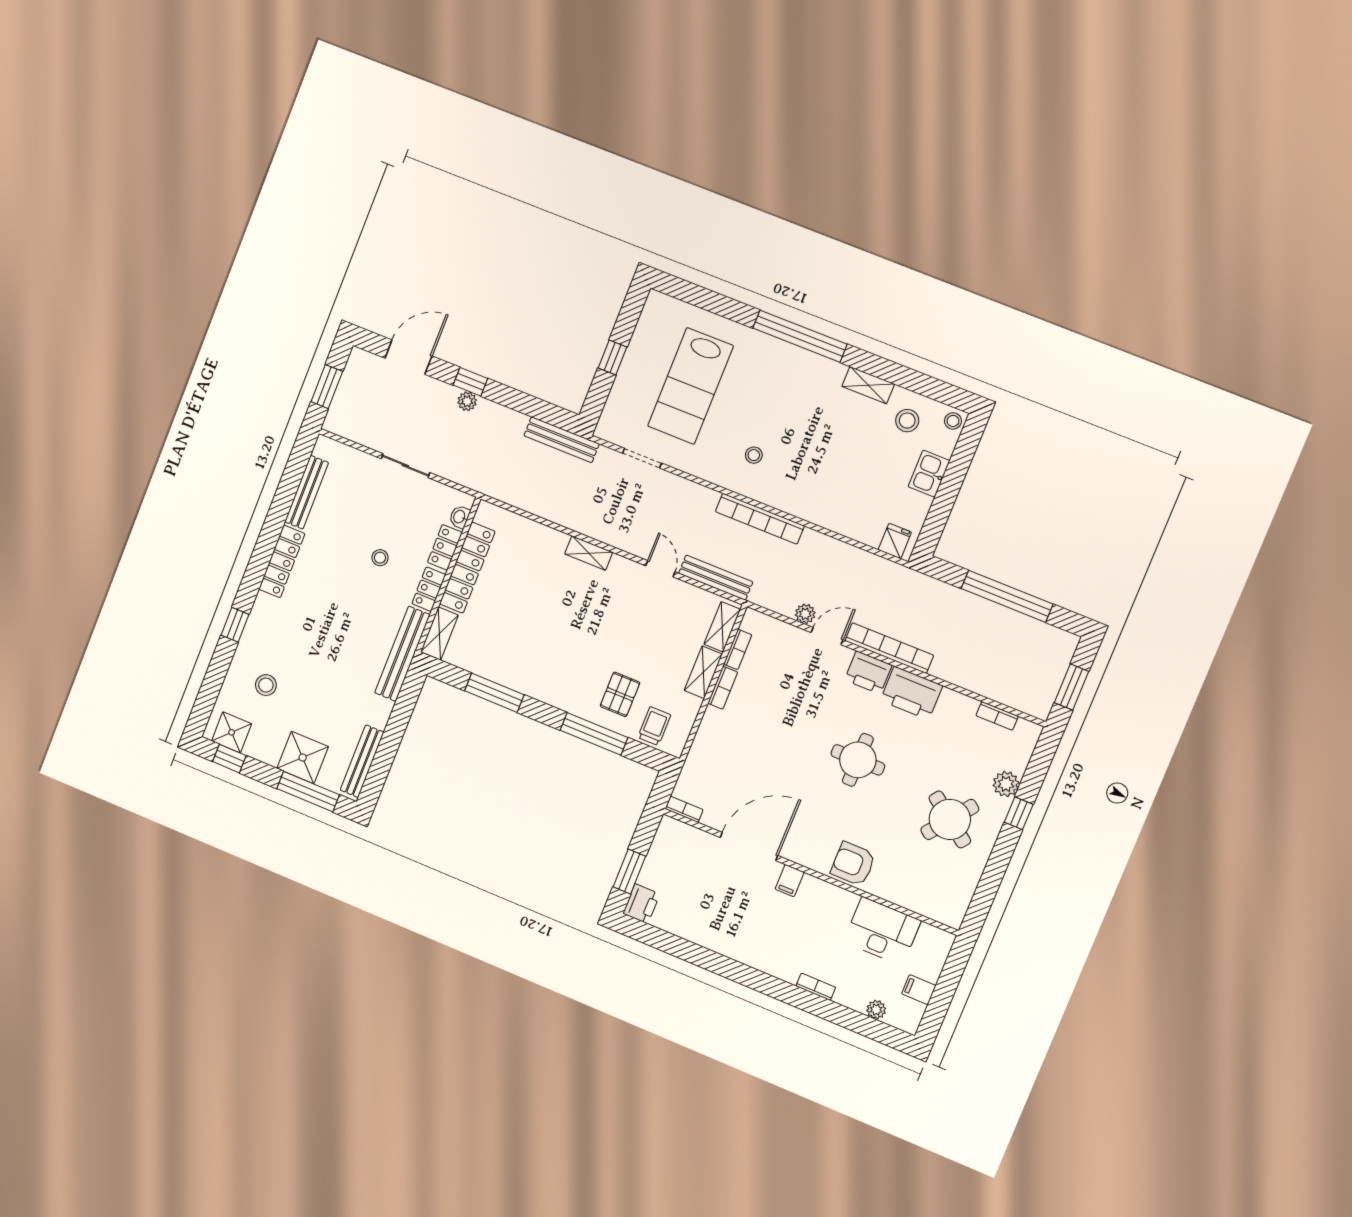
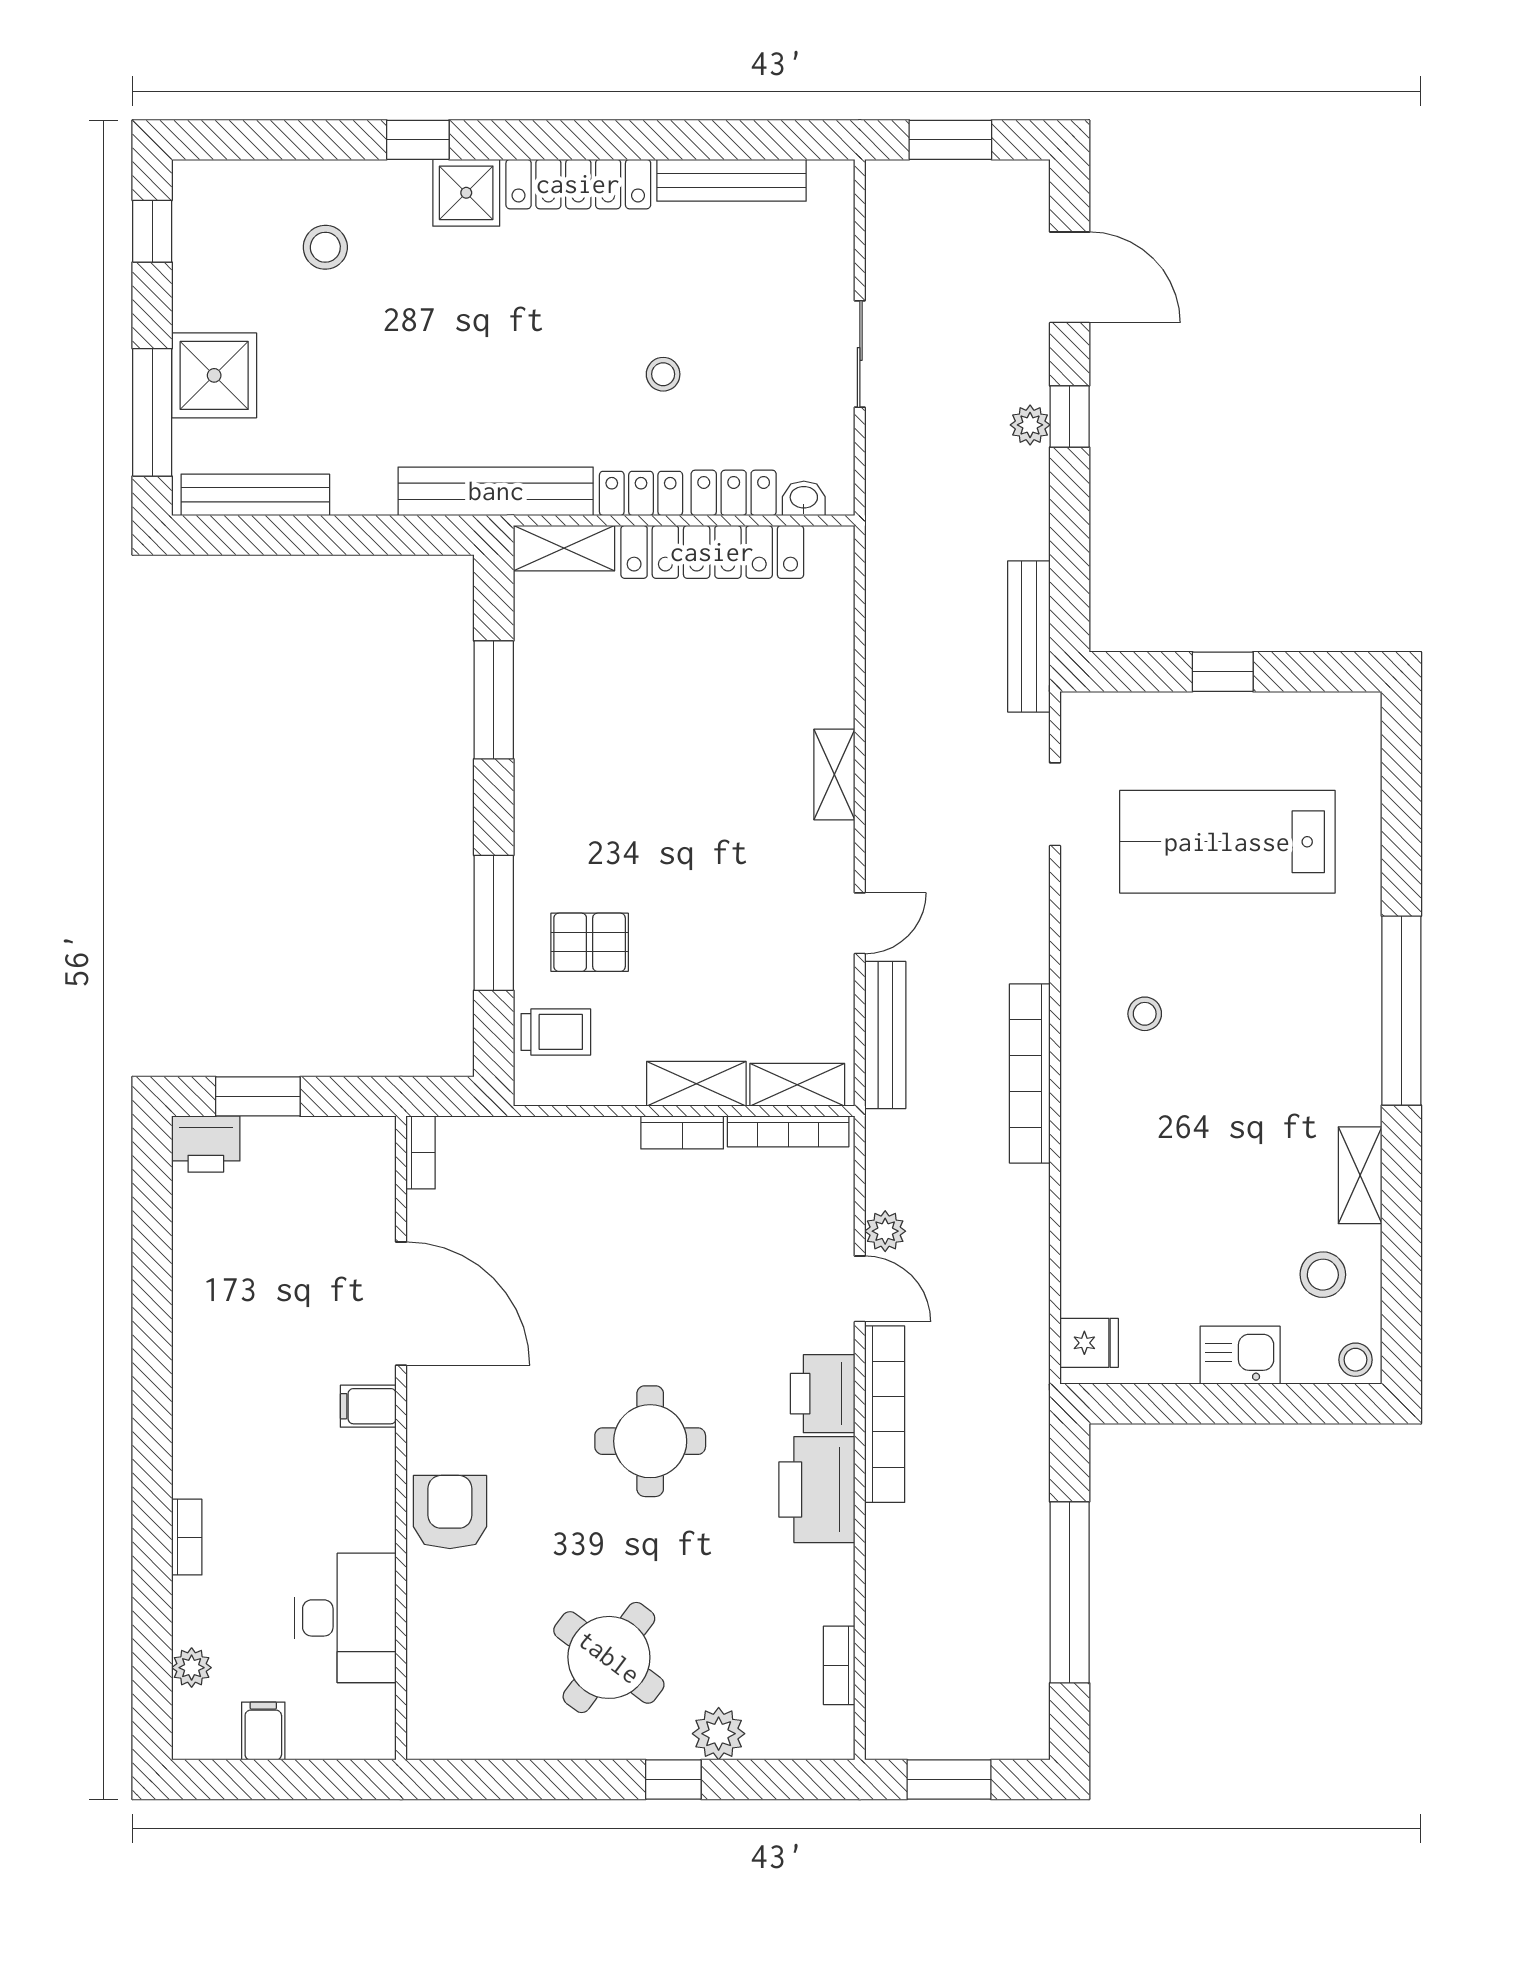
bookcase: (738, 649) -> (788, 1131), width x1.56
shower: (232, 732) -> (466, 193), moved

